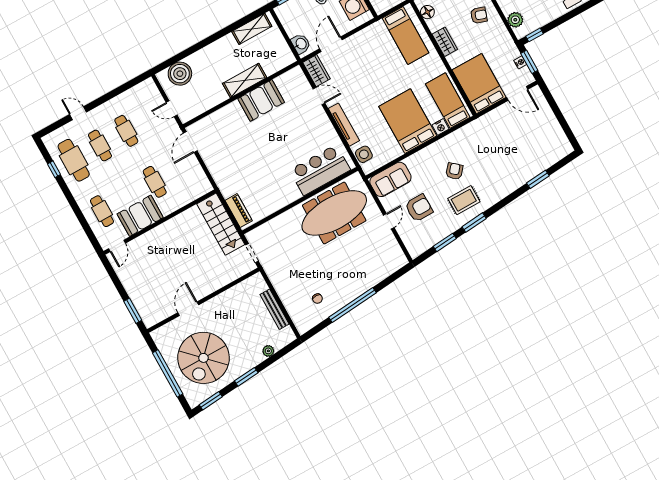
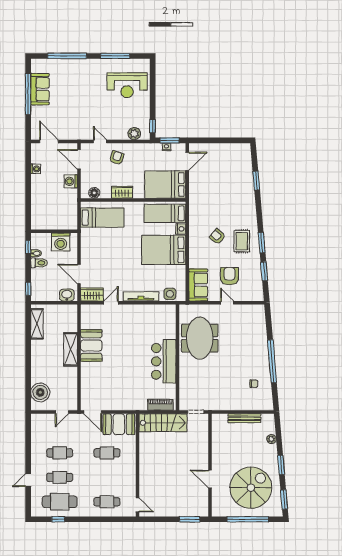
bar counter: (320, 170) -> (164, 361), moved
meeting table: (334, 213) -> (200, 338), width x0.73
booth: (140, 216) -> (119, 424), moved, turned 90
spiral stairs: (203, 358) -> (251, 488), turned -90

